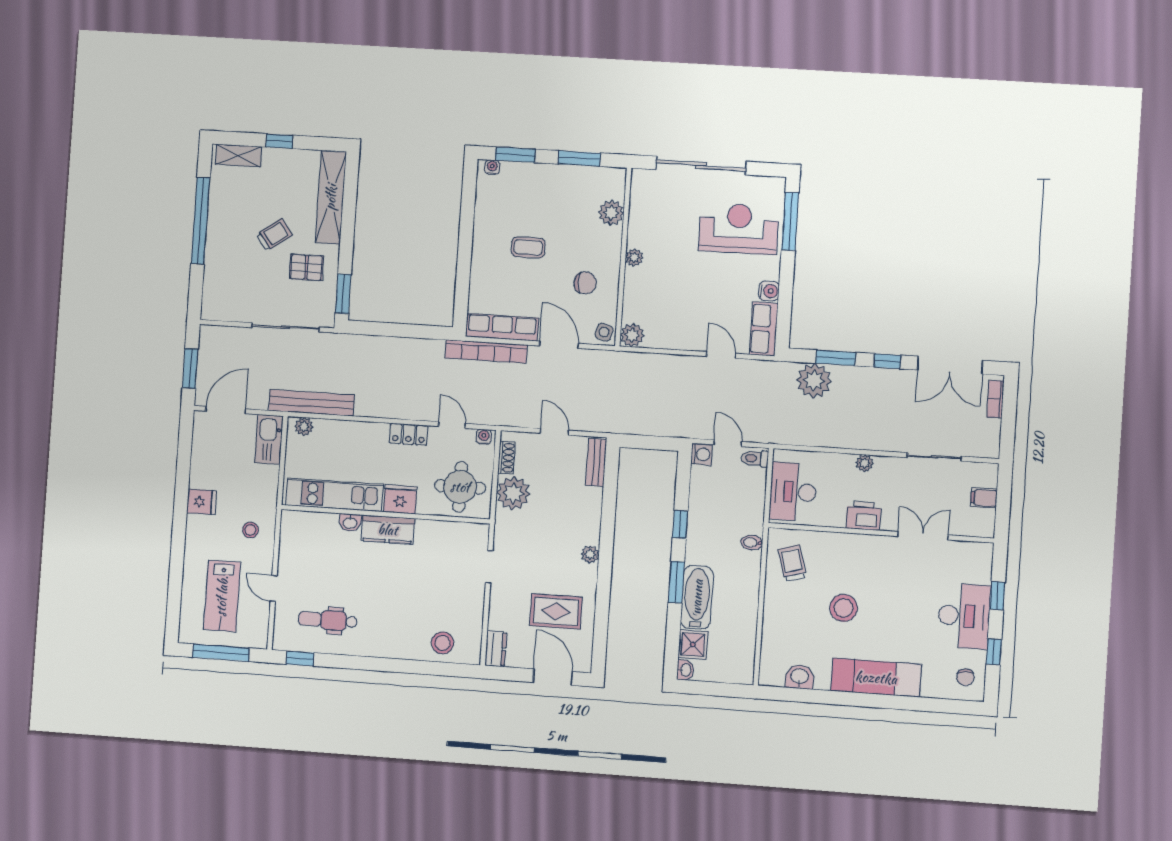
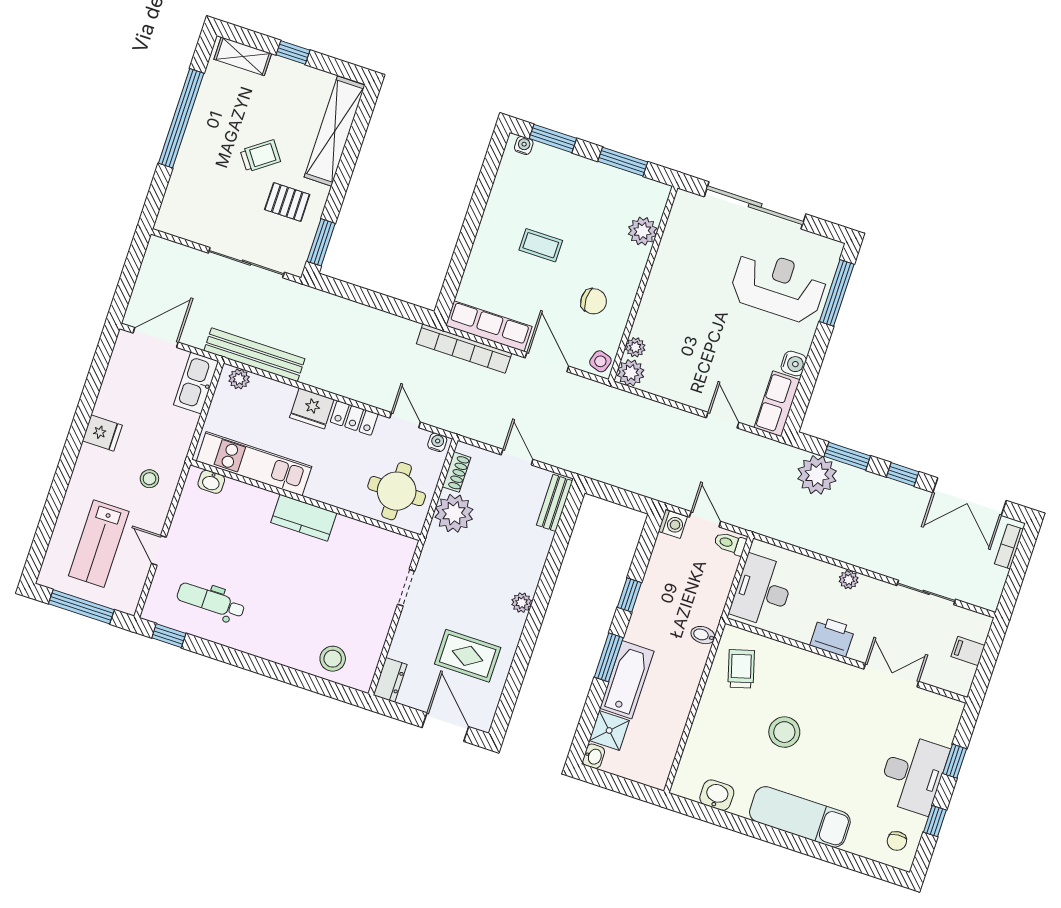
plant: (634, 258) -> (635, 347), moved
window: (190, 369) -> (127, 281), removed
fridge: (400, 499) -> (312, 408), moved, turned 180
washbasin: (350, 523) -> (211, 482), moved

